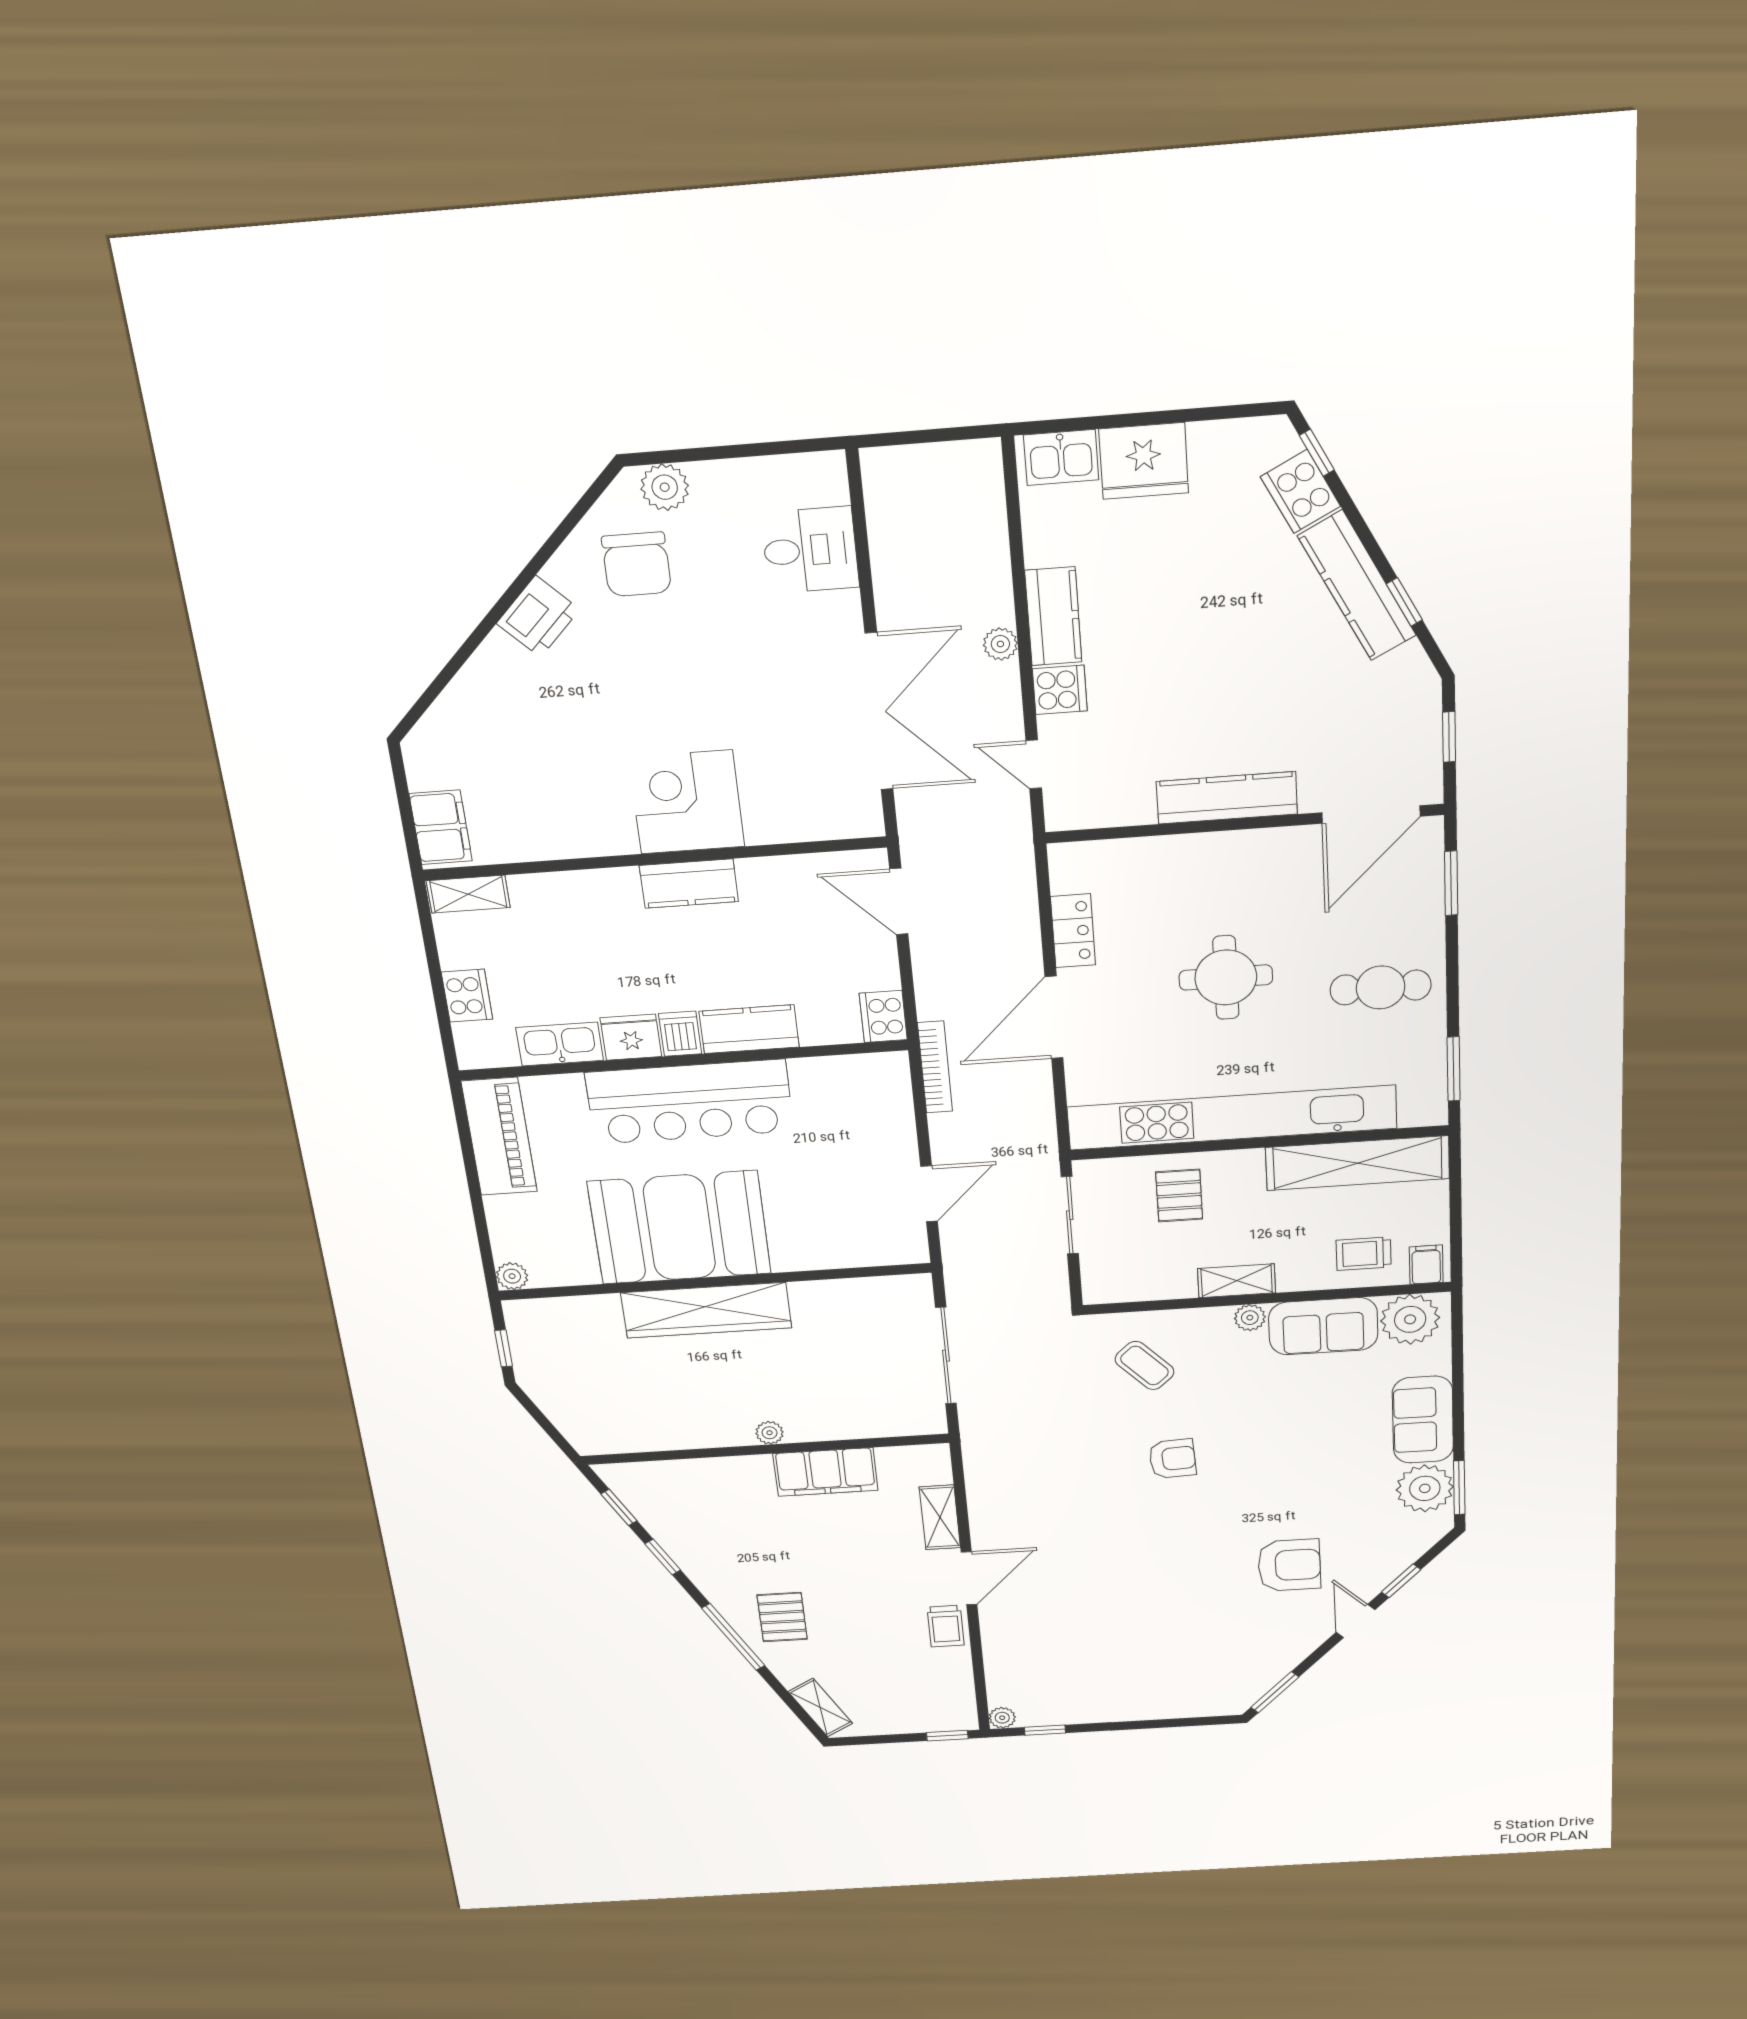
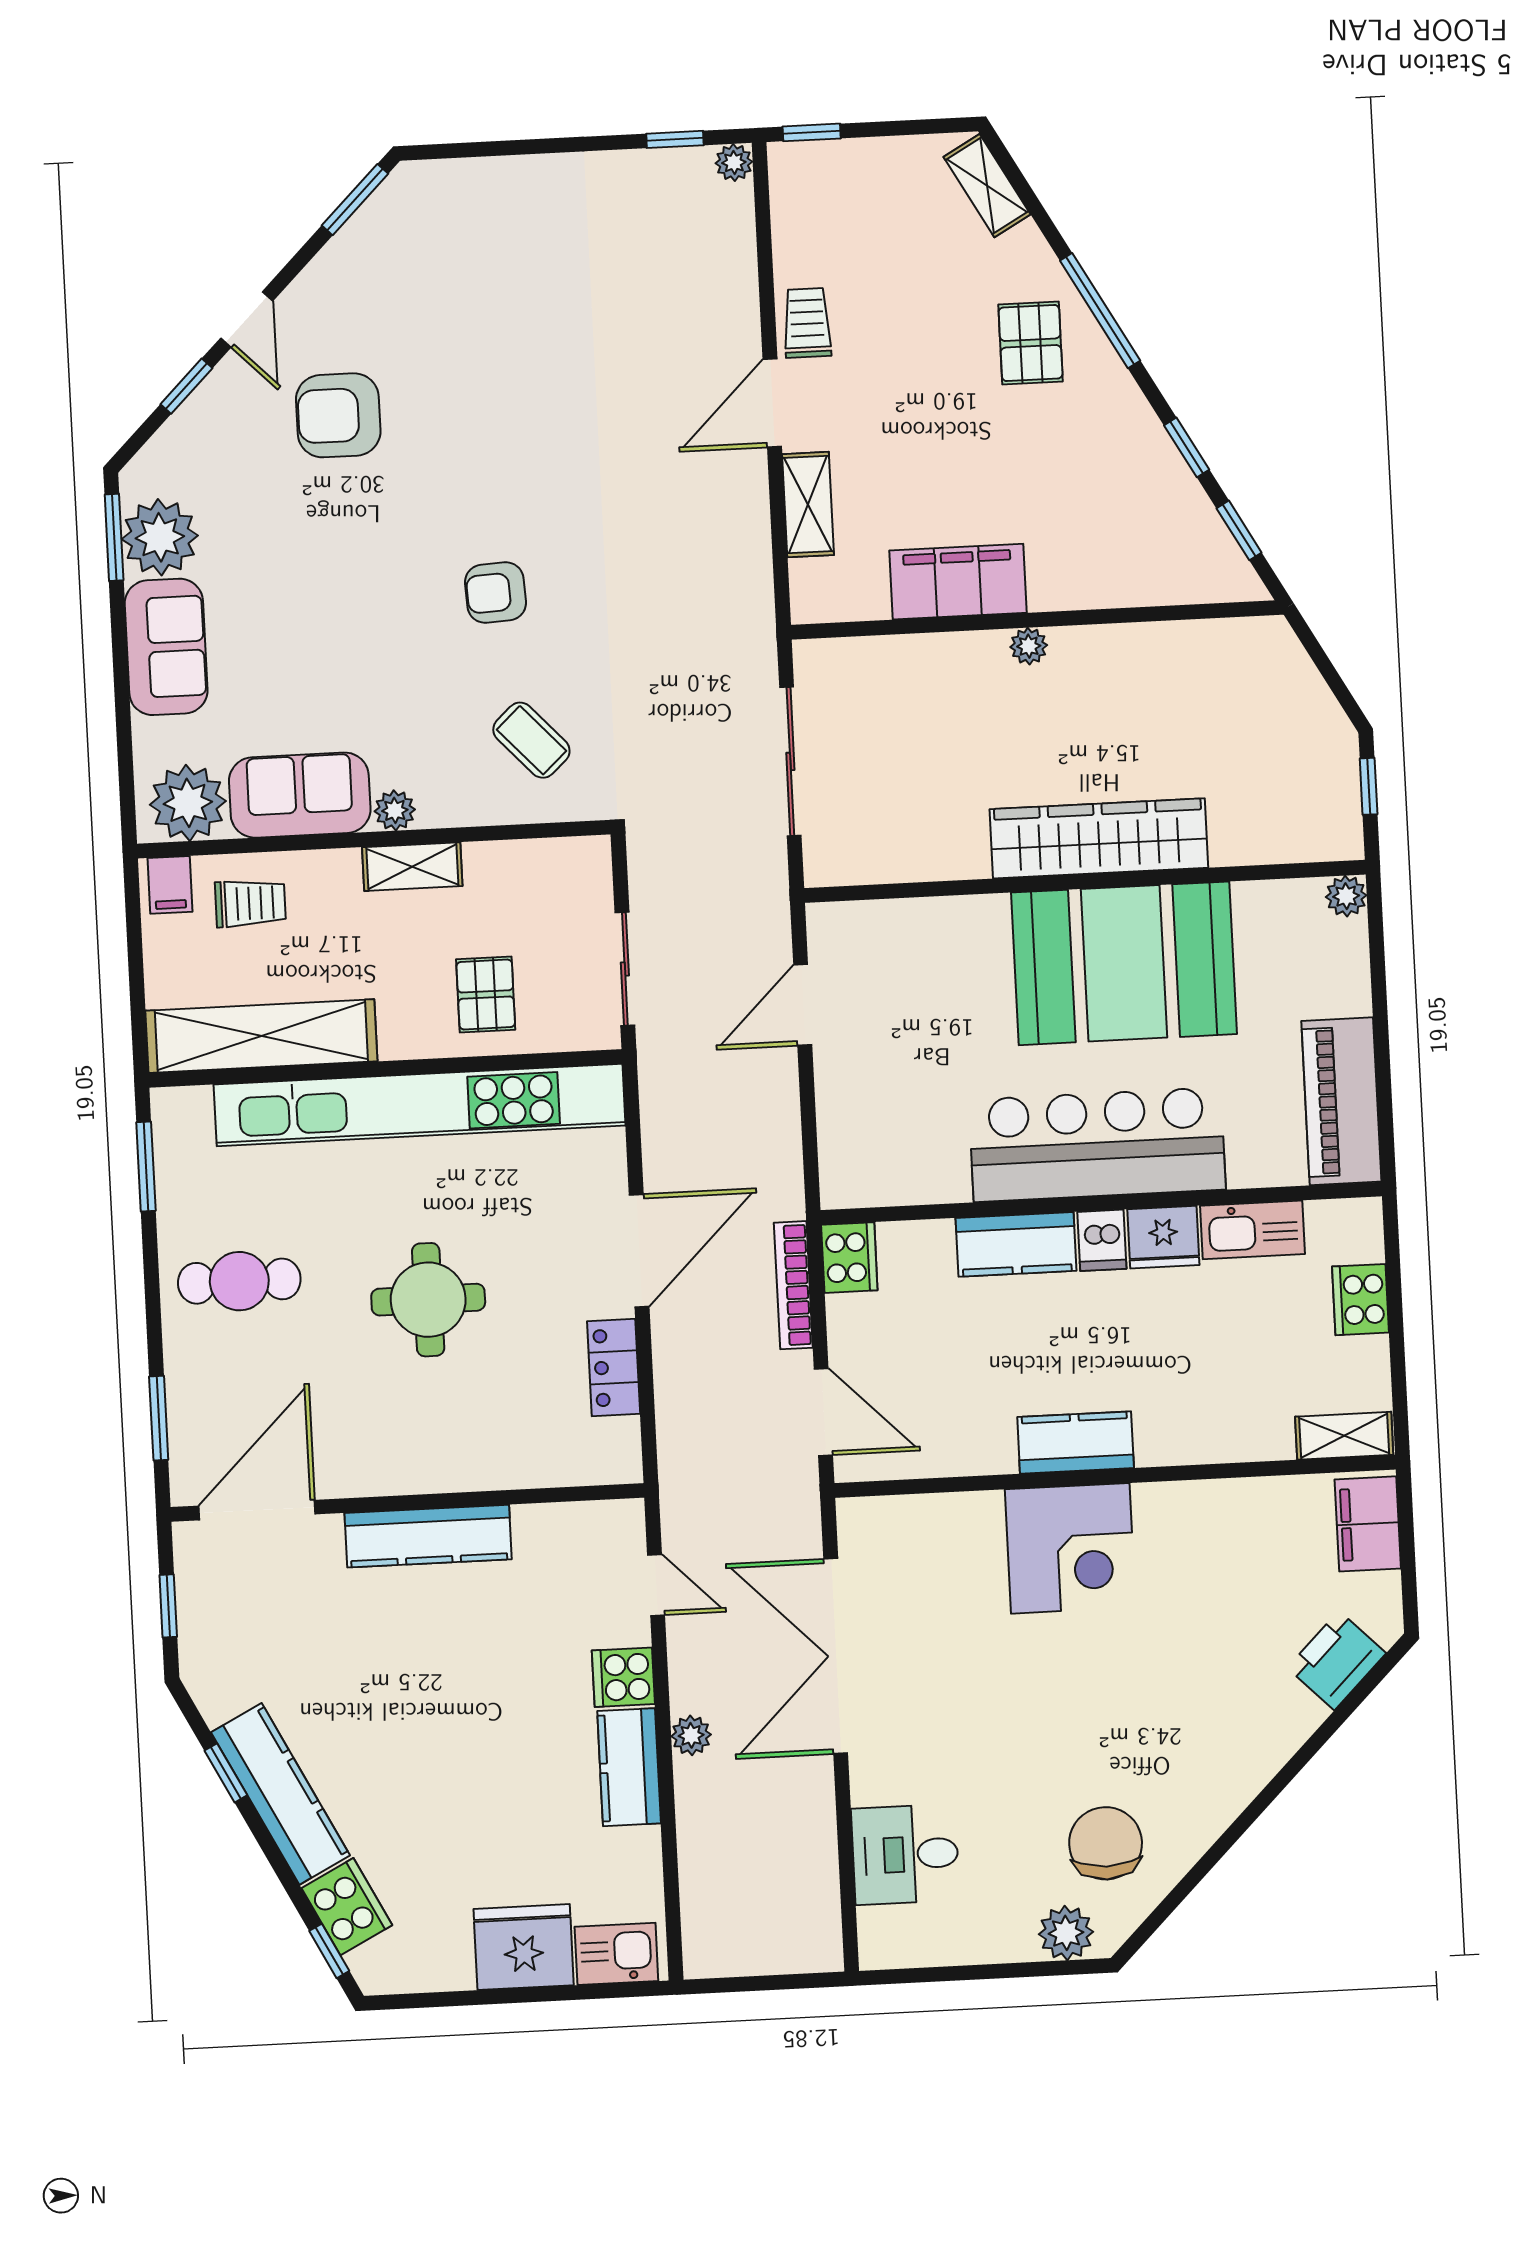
printer: (538, 616) -> (1337, 1660), moved
bookcase: (935, 1067) -> (793, 1285), moved

